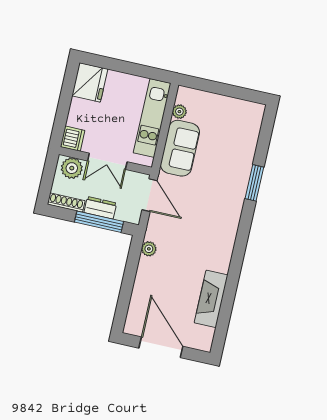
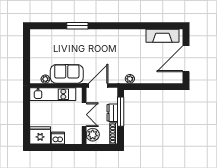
dishwasher: (73, 139) -> (58, 138), moved
fireplace: (211, 299) -> (162, 36), moved

